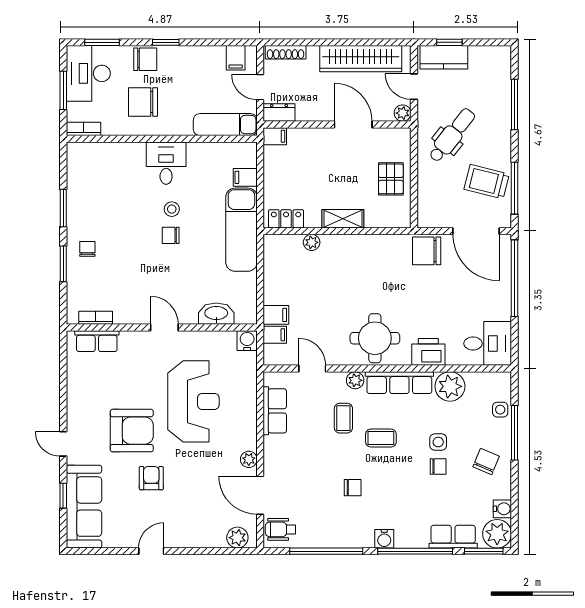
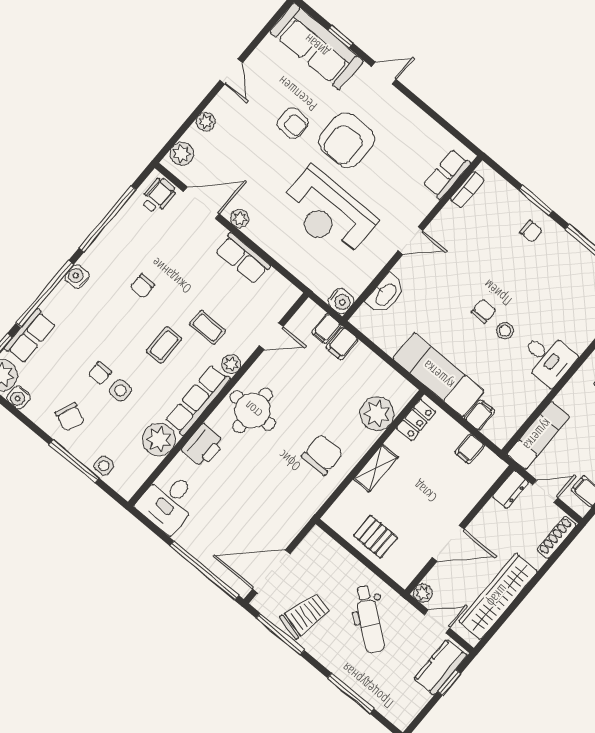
filing cabinet: (275, 136) -> (470, 449), moved
plant: (312, 242) -> (377, 414), width x1.88, depth x1.88
chair: (427, 251) -> (322, 455), moved
row of seats: (275, 411) -> (243, 258), moved
plant: (201, 540) -> (206, 122), added

